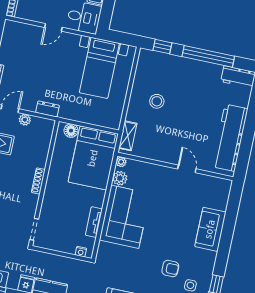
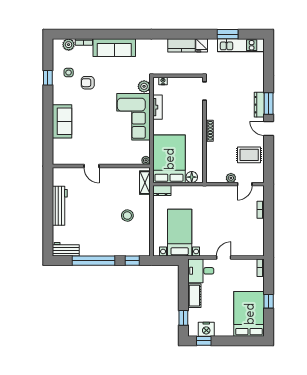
dresser: (47, 109) -> (162, 191), moved
workbench: (230, 138) -> (60, 206), width x0.73, depth x0.76
plant: (120, 178) -> (144, 86), moved

